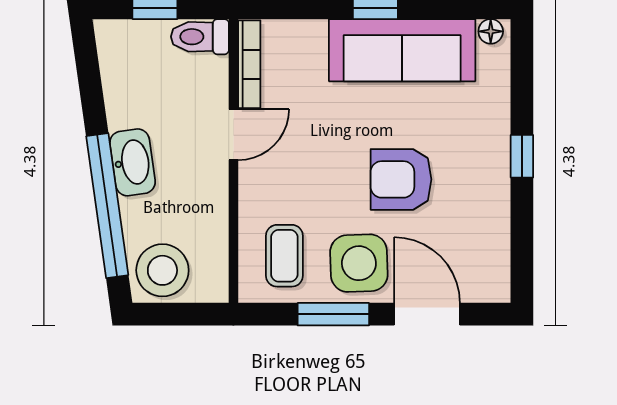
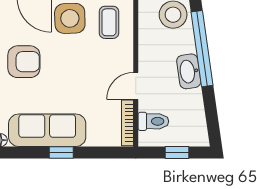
toilet: (200, 37) -> (153, 121), moved
armchair: (401, 179) -> (24, 62), moved

